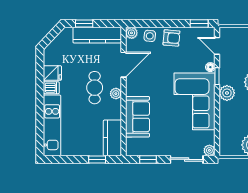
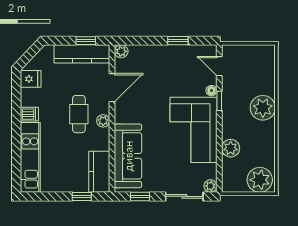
window: (84, 23) -> (86, 41), moved
window: (199, 23) -> (178, 41), moved
side table: (150, 36) -> (142, 55), removed
armchair: (171, 38) -> (167, 57), removed
fridge: (52, 73) -> (31, 79), moved
plant: (227, 93) -> (231, 148), moved
sofa: (137, 117) -> (128, 156), width x1.36

